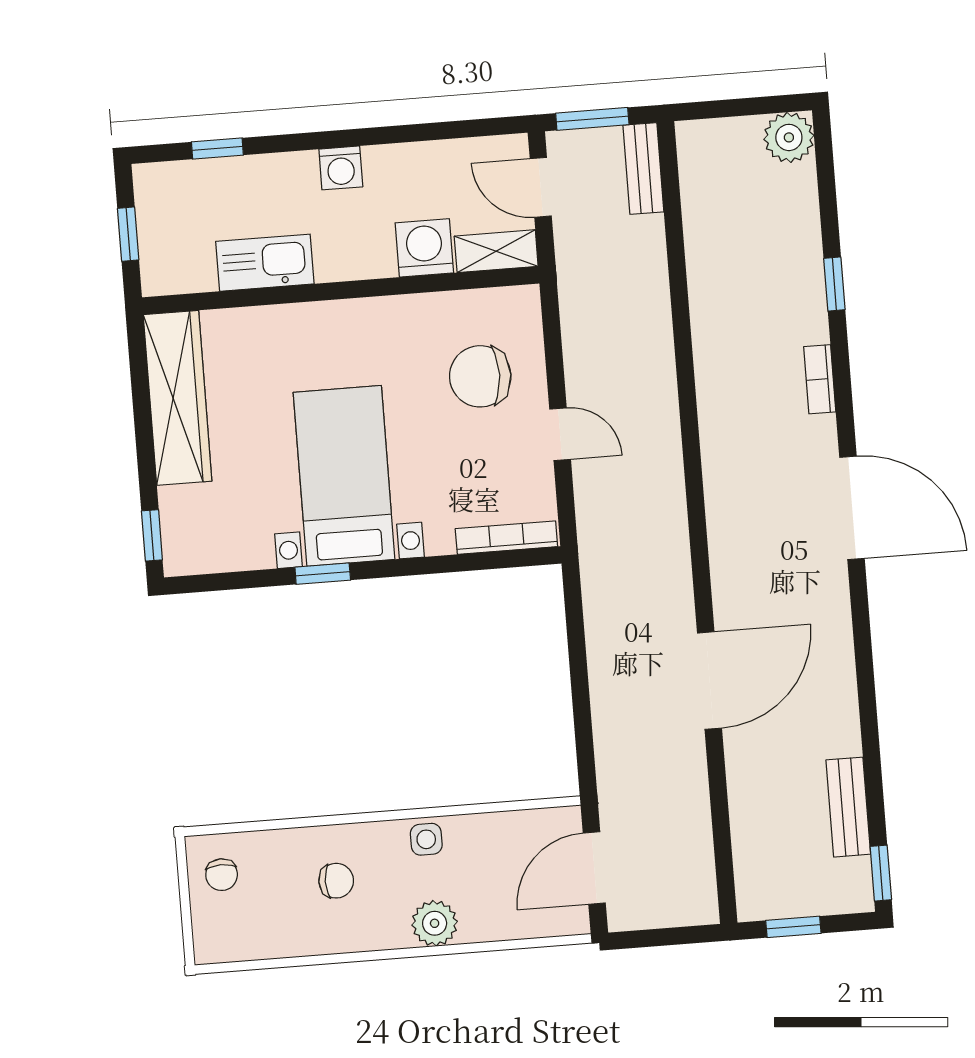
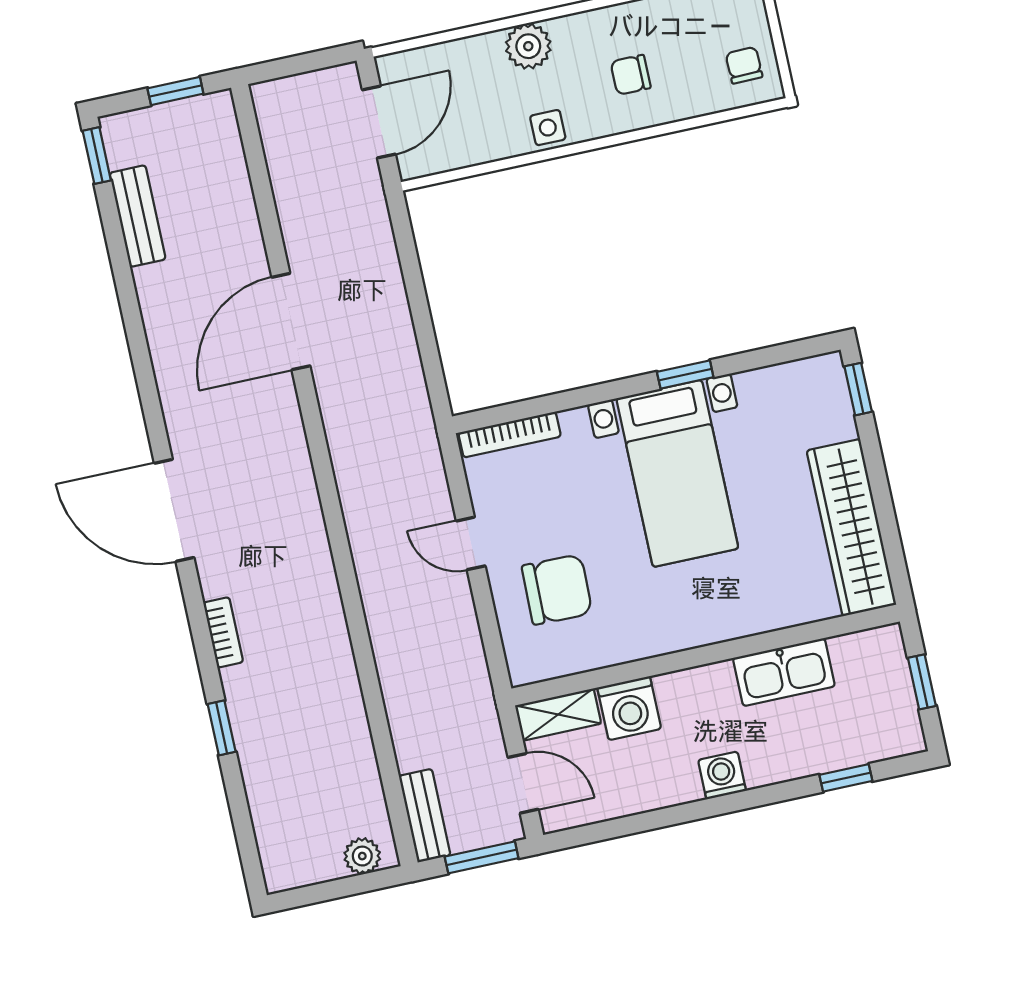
plant: (789, 137) -> (362, 856), moved, width x0.73, depth x0.73

